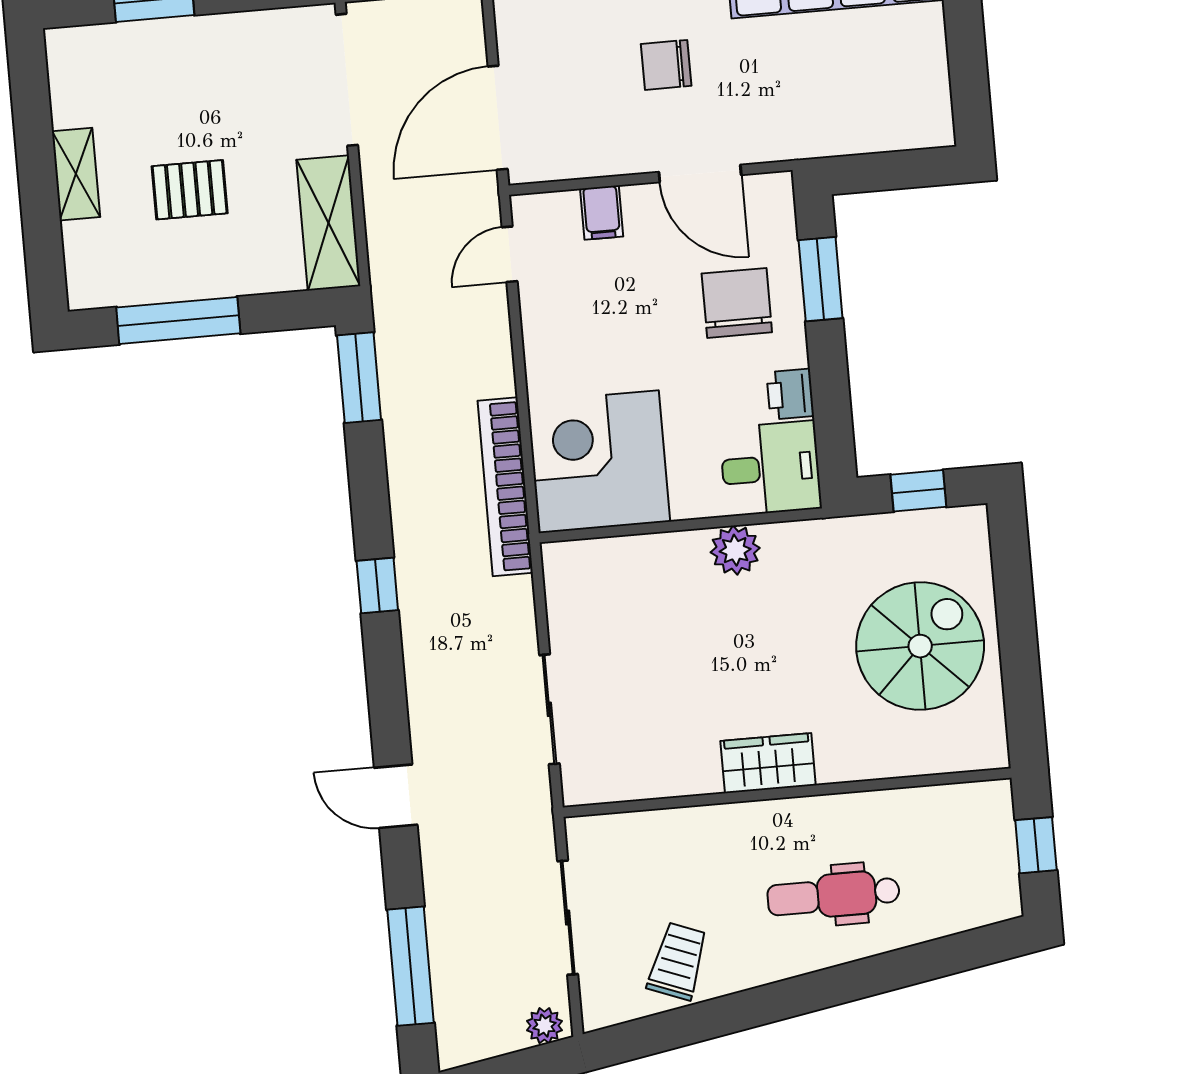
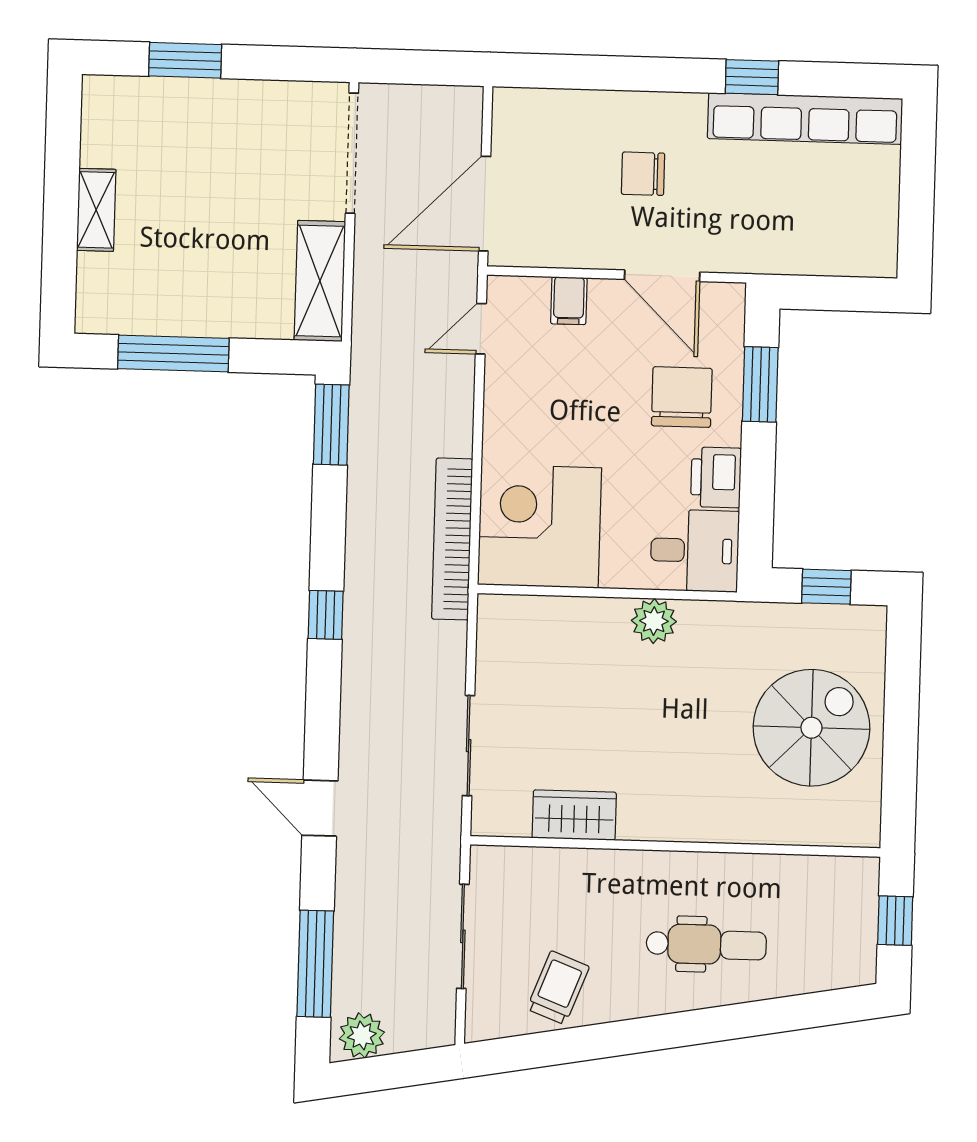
pallet: (190, 190) -> (198, 236), removed
printer: (790, 394) -> (716, 477), width x1.36, depth x1.24
wardrobe: (768, 763) -> (574, 815), moved
dental chair: (833, 895) -> (706, 944), turned 180
plant: (544, 1026) -> (362, 1035), moved, width x1.38, depth x1.38

